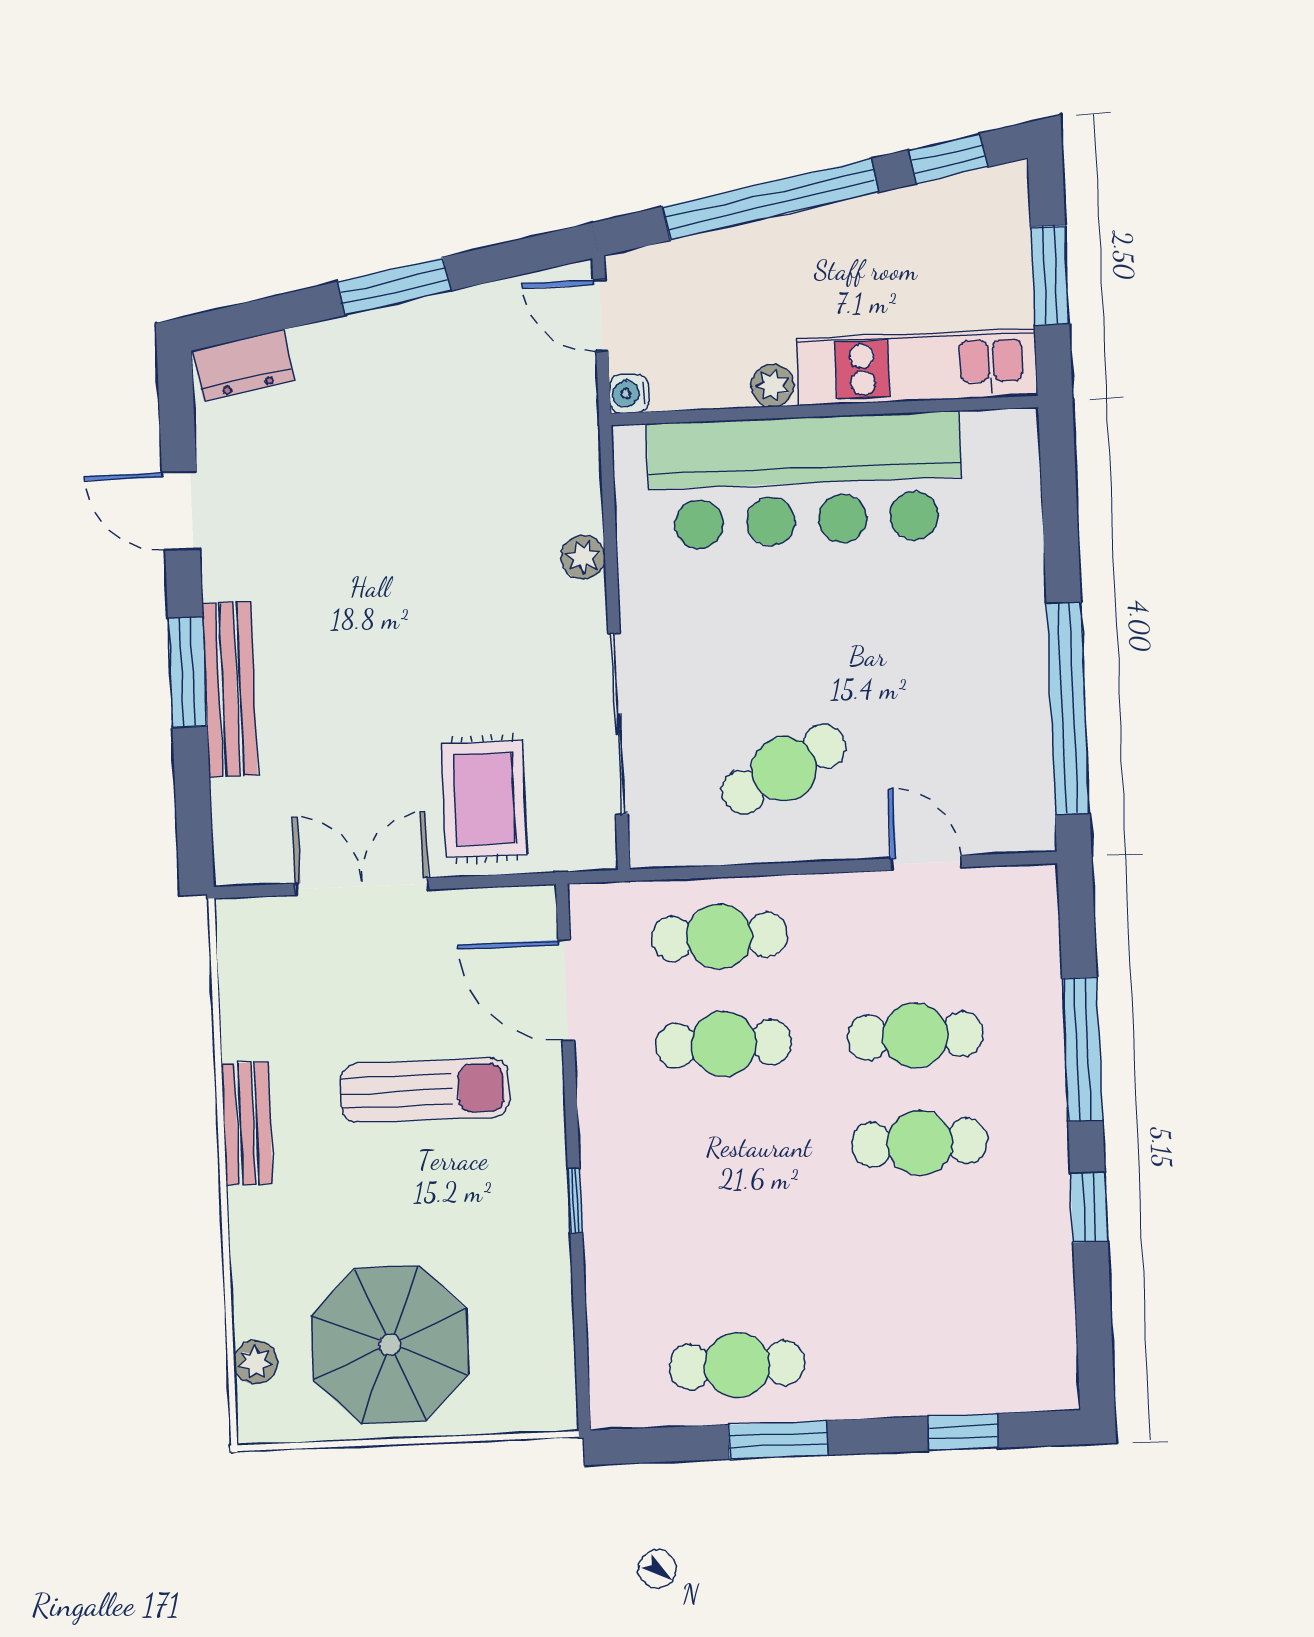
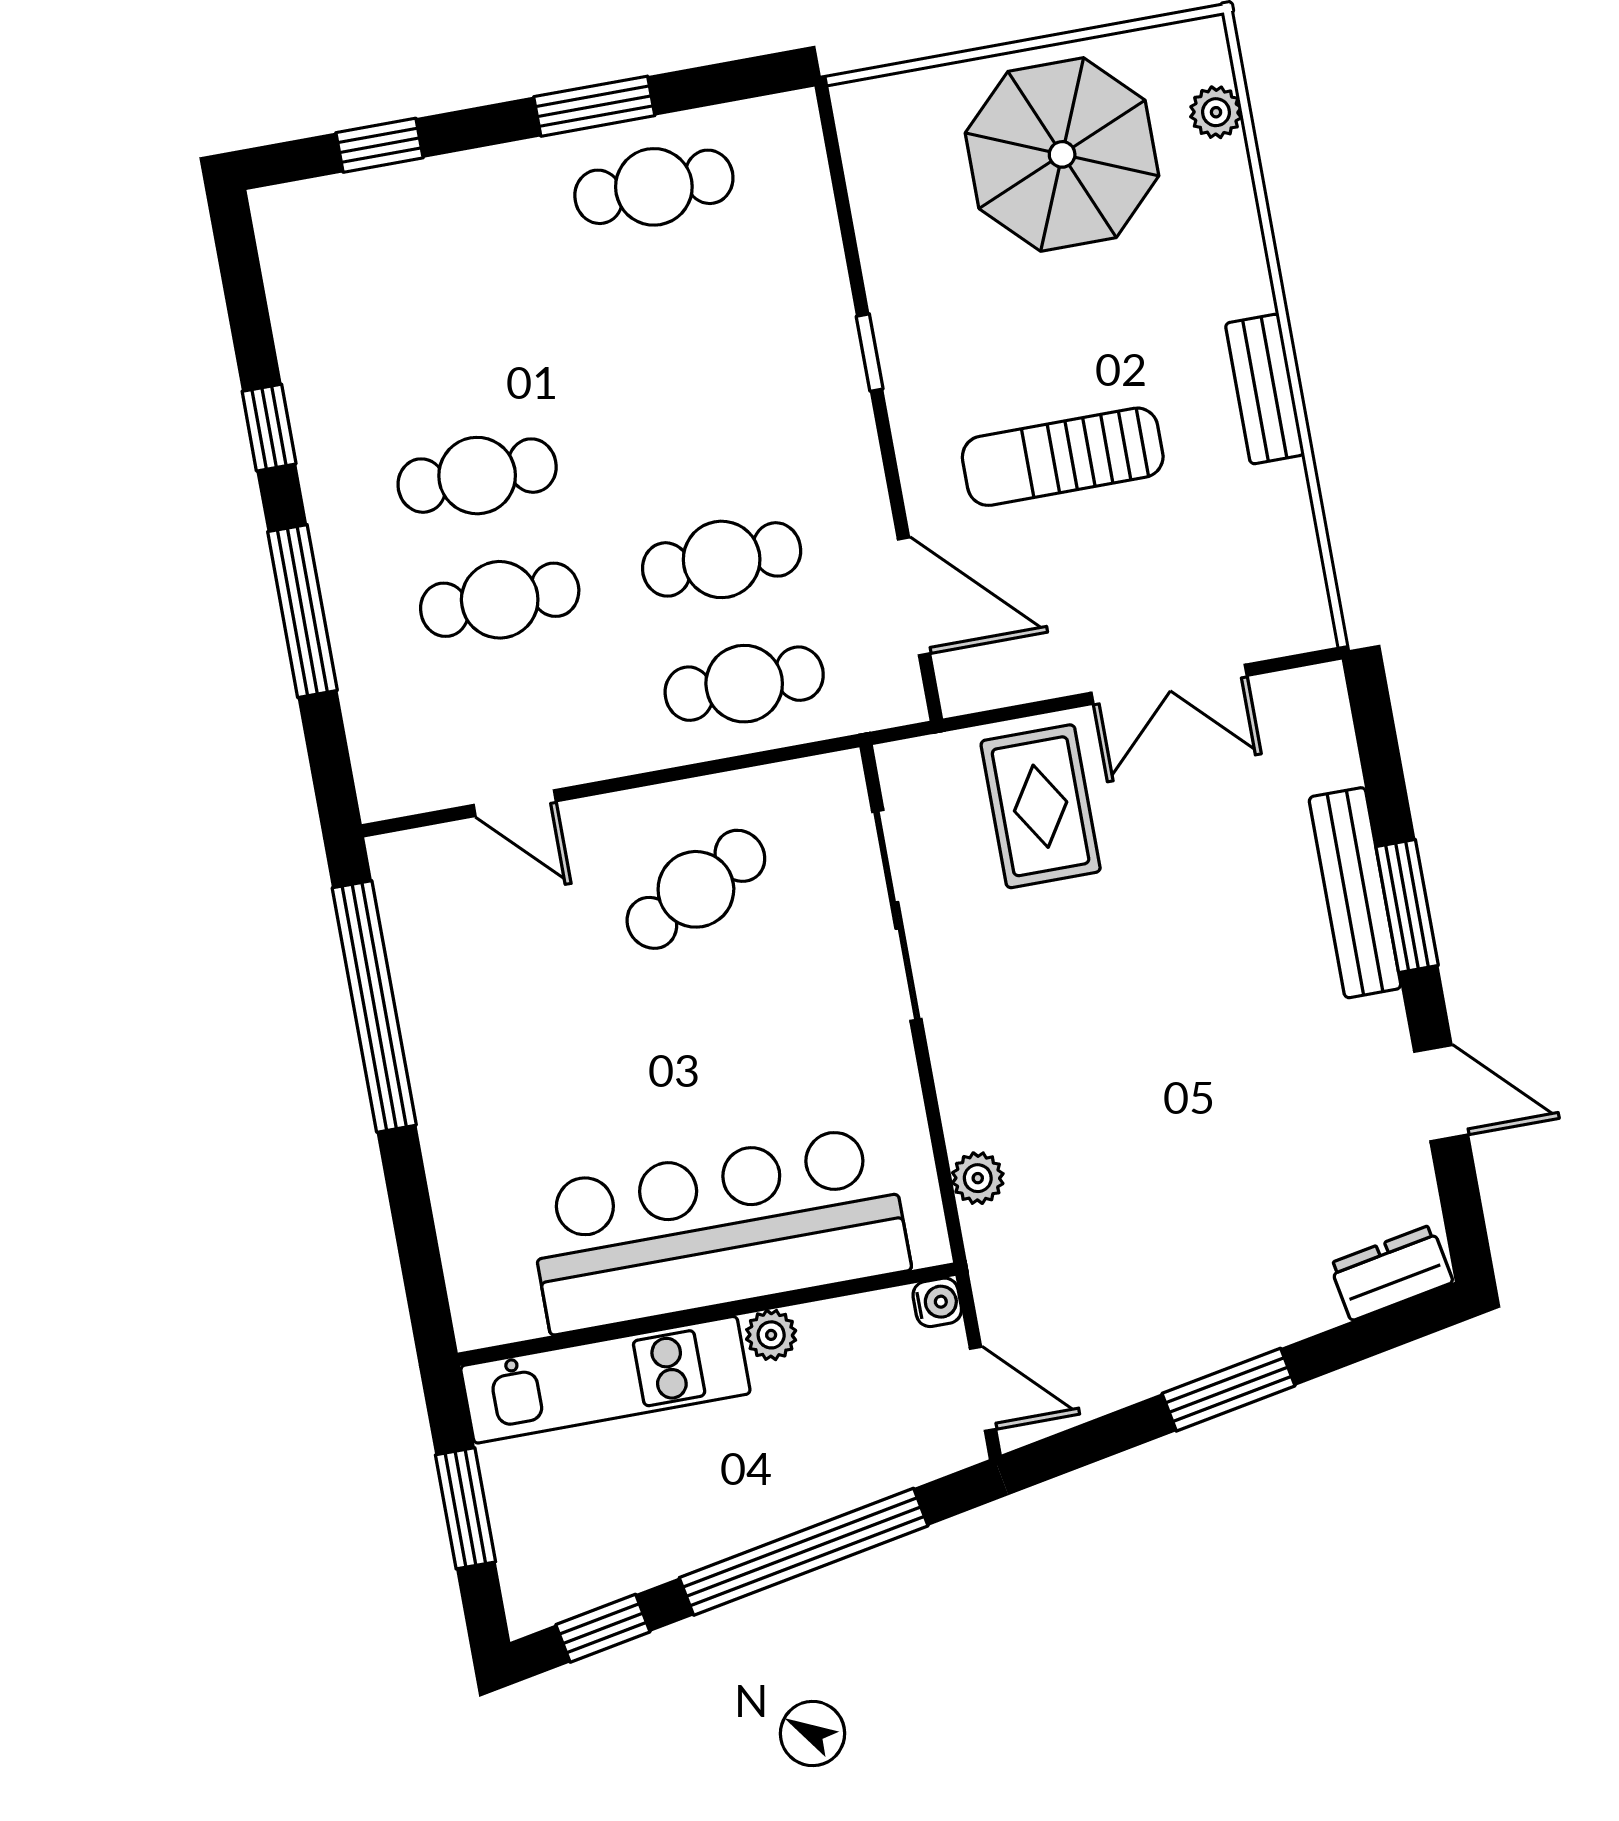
plant: (583, 557) -> (978, 1178), moved

